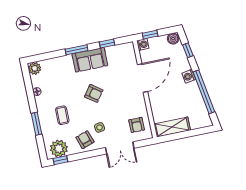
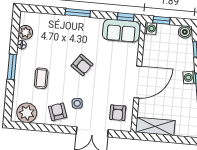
window: (107, 44) -> (126, 17), moved
sofa: (90, 60) -> (121, 31), moved
plant: (35, 68) -> (25, 32), moved
door: (143, 78) -> (138, 82), moved
window: (37, 124) -> (12, 67), moved
window: (60, 160) -> (25, 126), removed

